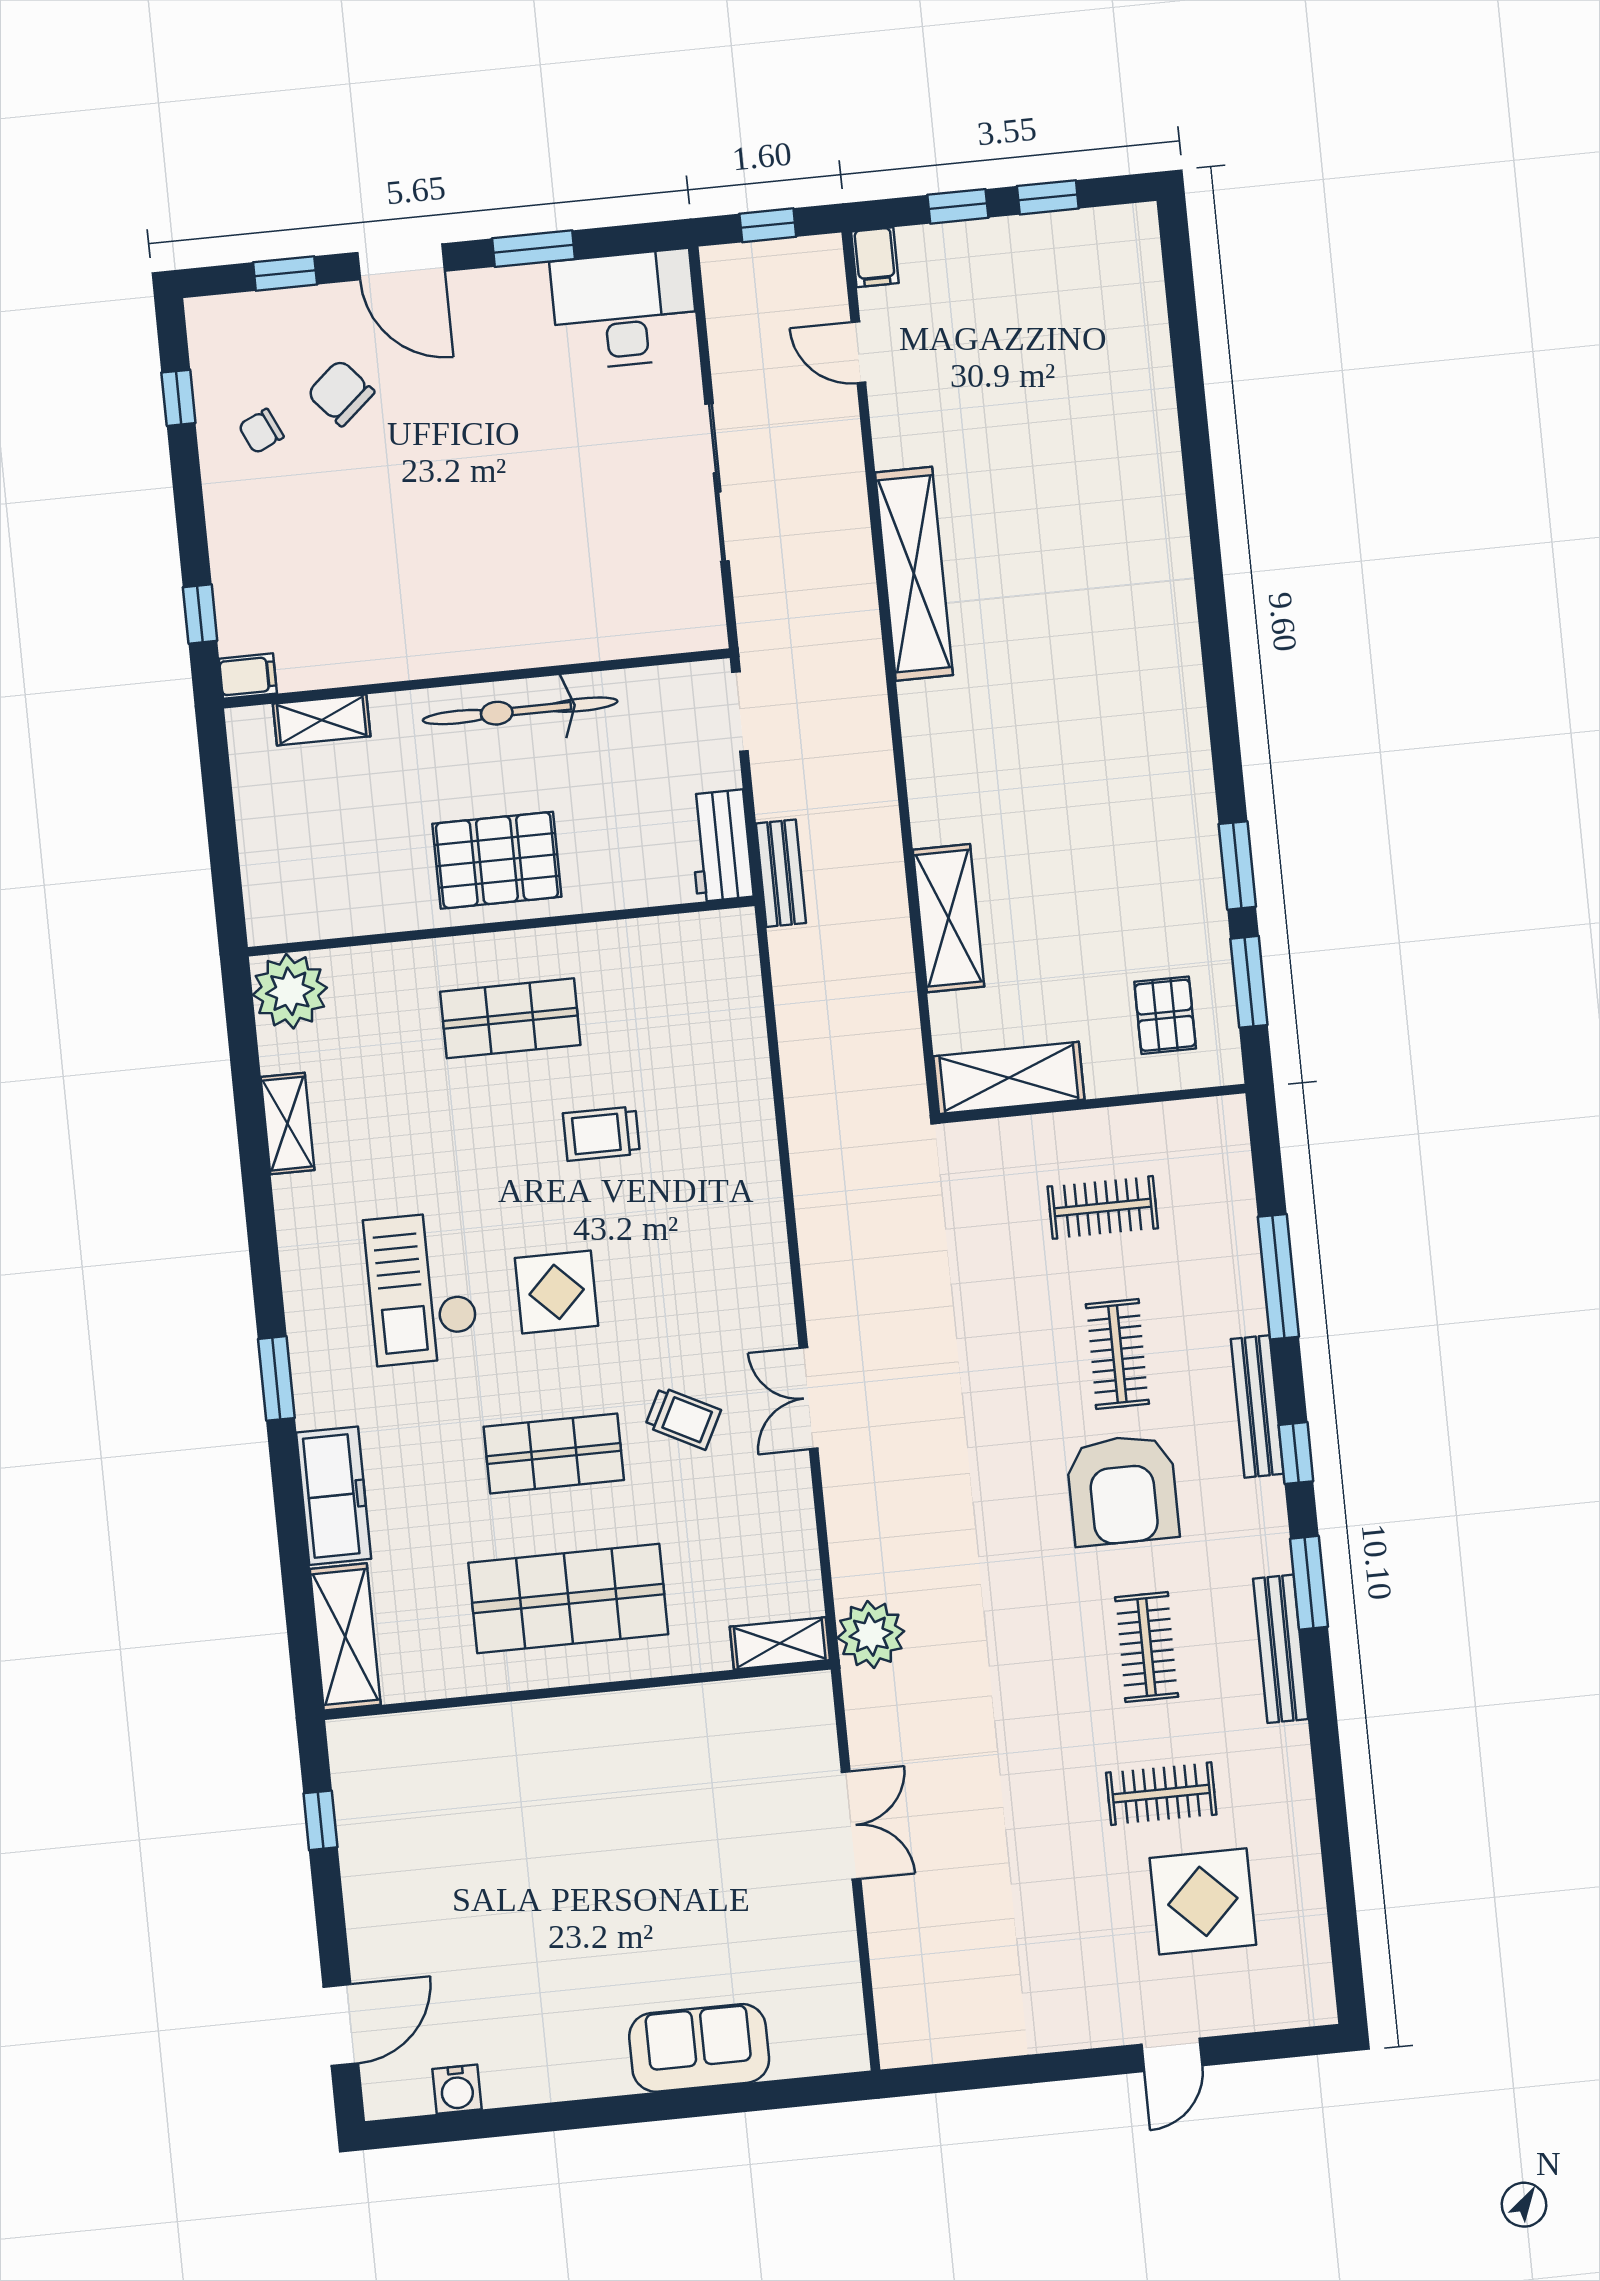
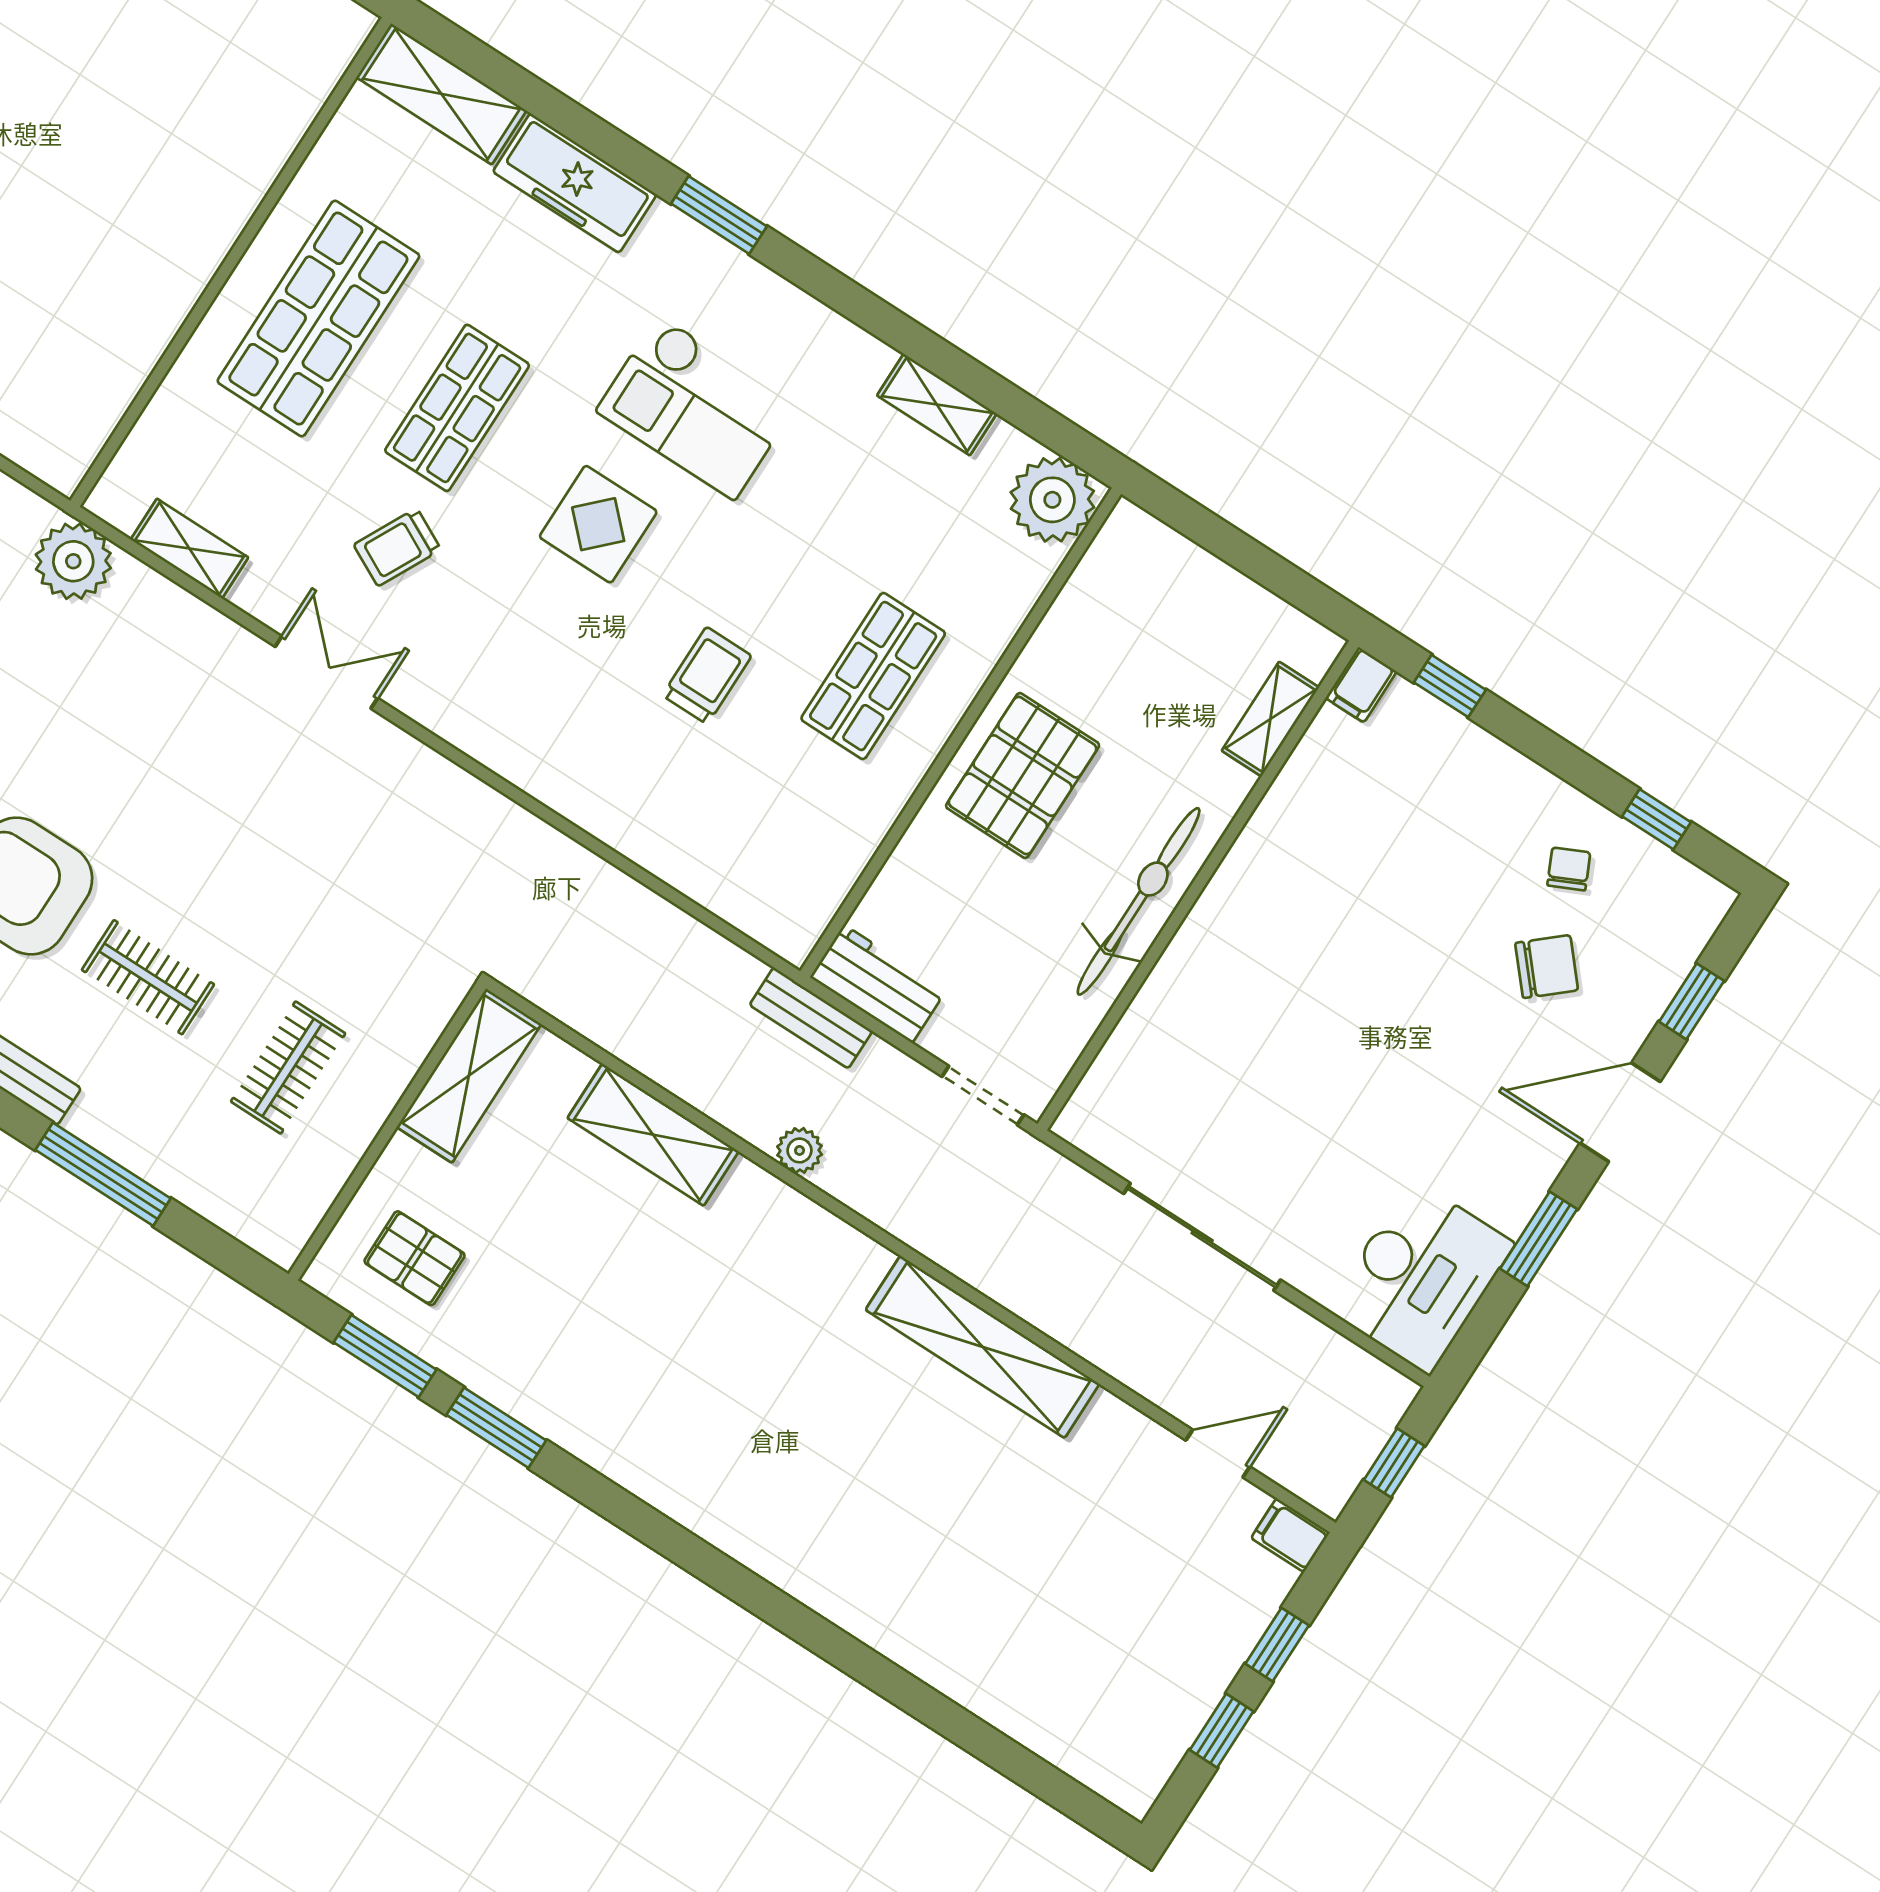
plant: (879, 808) -> (800, 1150), added
checkout: (422, 1288) -> (696, 407), turned 180
shelving: (780, 1643) -> (189, 549), moved, turned 90

